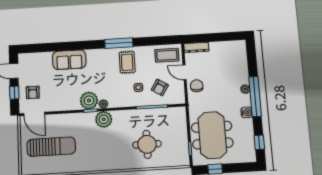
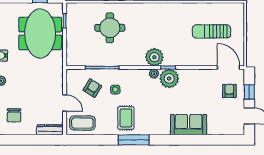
chair: (197, 86) -> (14, 115), moved
sun lounger: (51, 147) -> (212, 31), width x0.73, depth x0.75

